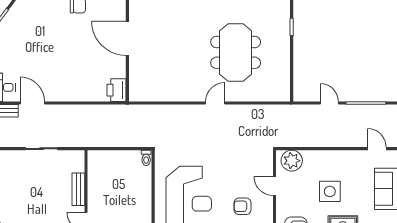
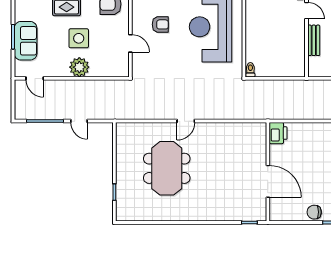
plant: (292, 161) -> (79, 67), moved

